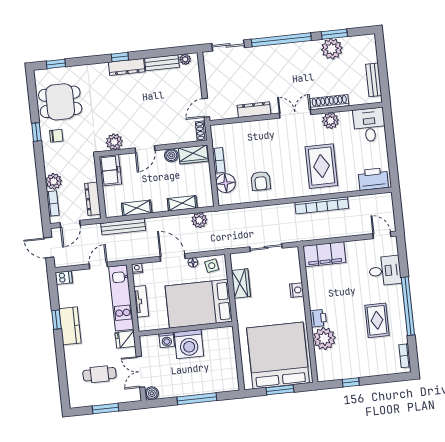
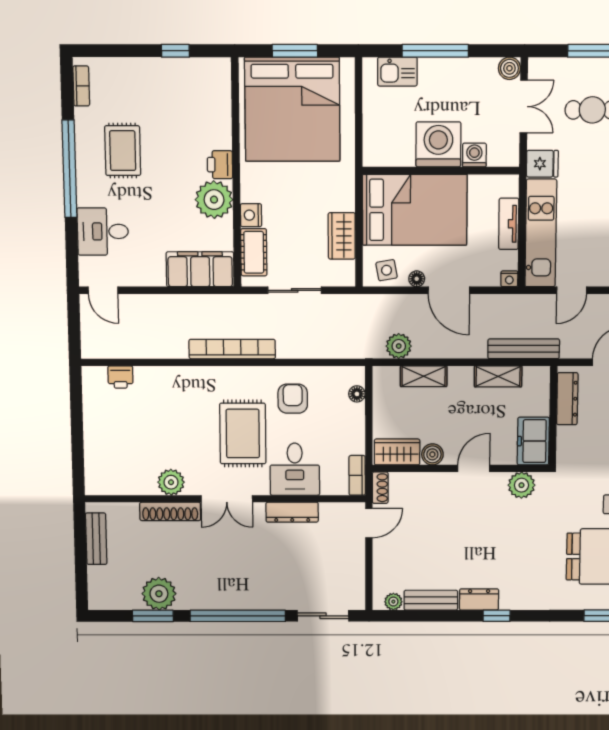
dresser: (127, 67) -> (479, 599), width x0.70
desk: (369, 125) -> (295, 469), moved
bookcase: (219, 160) -> (357, 475), moved
rug: (321, 166) -> (243, 434), moved
printer: (373, 179) -> (120, 377), width x0.53, depth x0.68
floor lamp: (226, 183) -> (357, 394), width x0.53, depth x0.53
bookcase: (322, 205) -> (232, 349), moved
cot: (293, 268) -> (254, 252), added
plant: (324, 339) -> (214, 200), moved
kitchen sink: (218, 384) -> (397, 72), added

